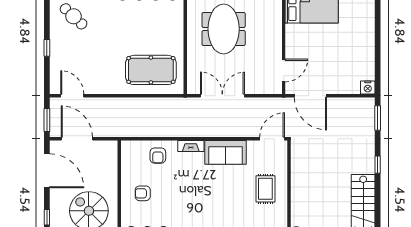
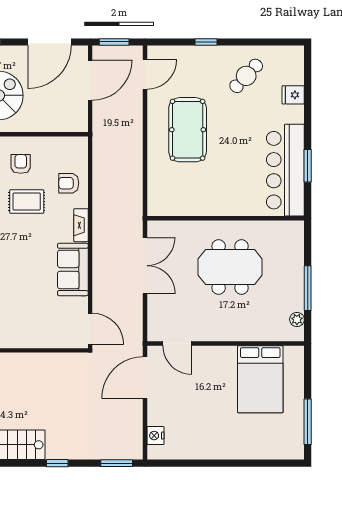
pool table: (151, 70) -> (188, 130), moved
nightstand: (368, 88) -> (155, 436), moved
rug: (265, 189) -> (27, 202), moved

